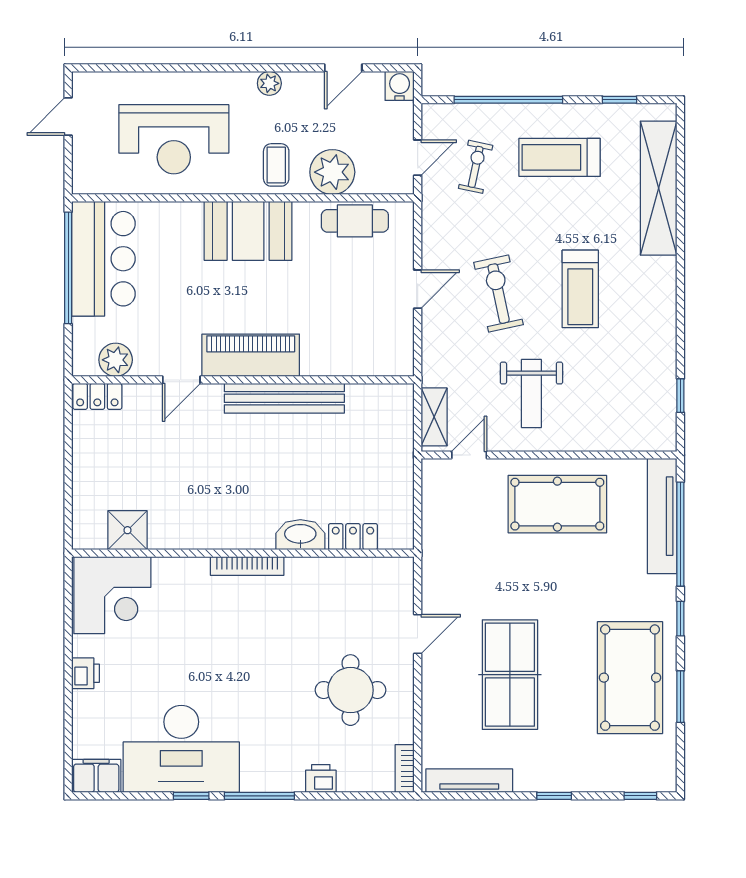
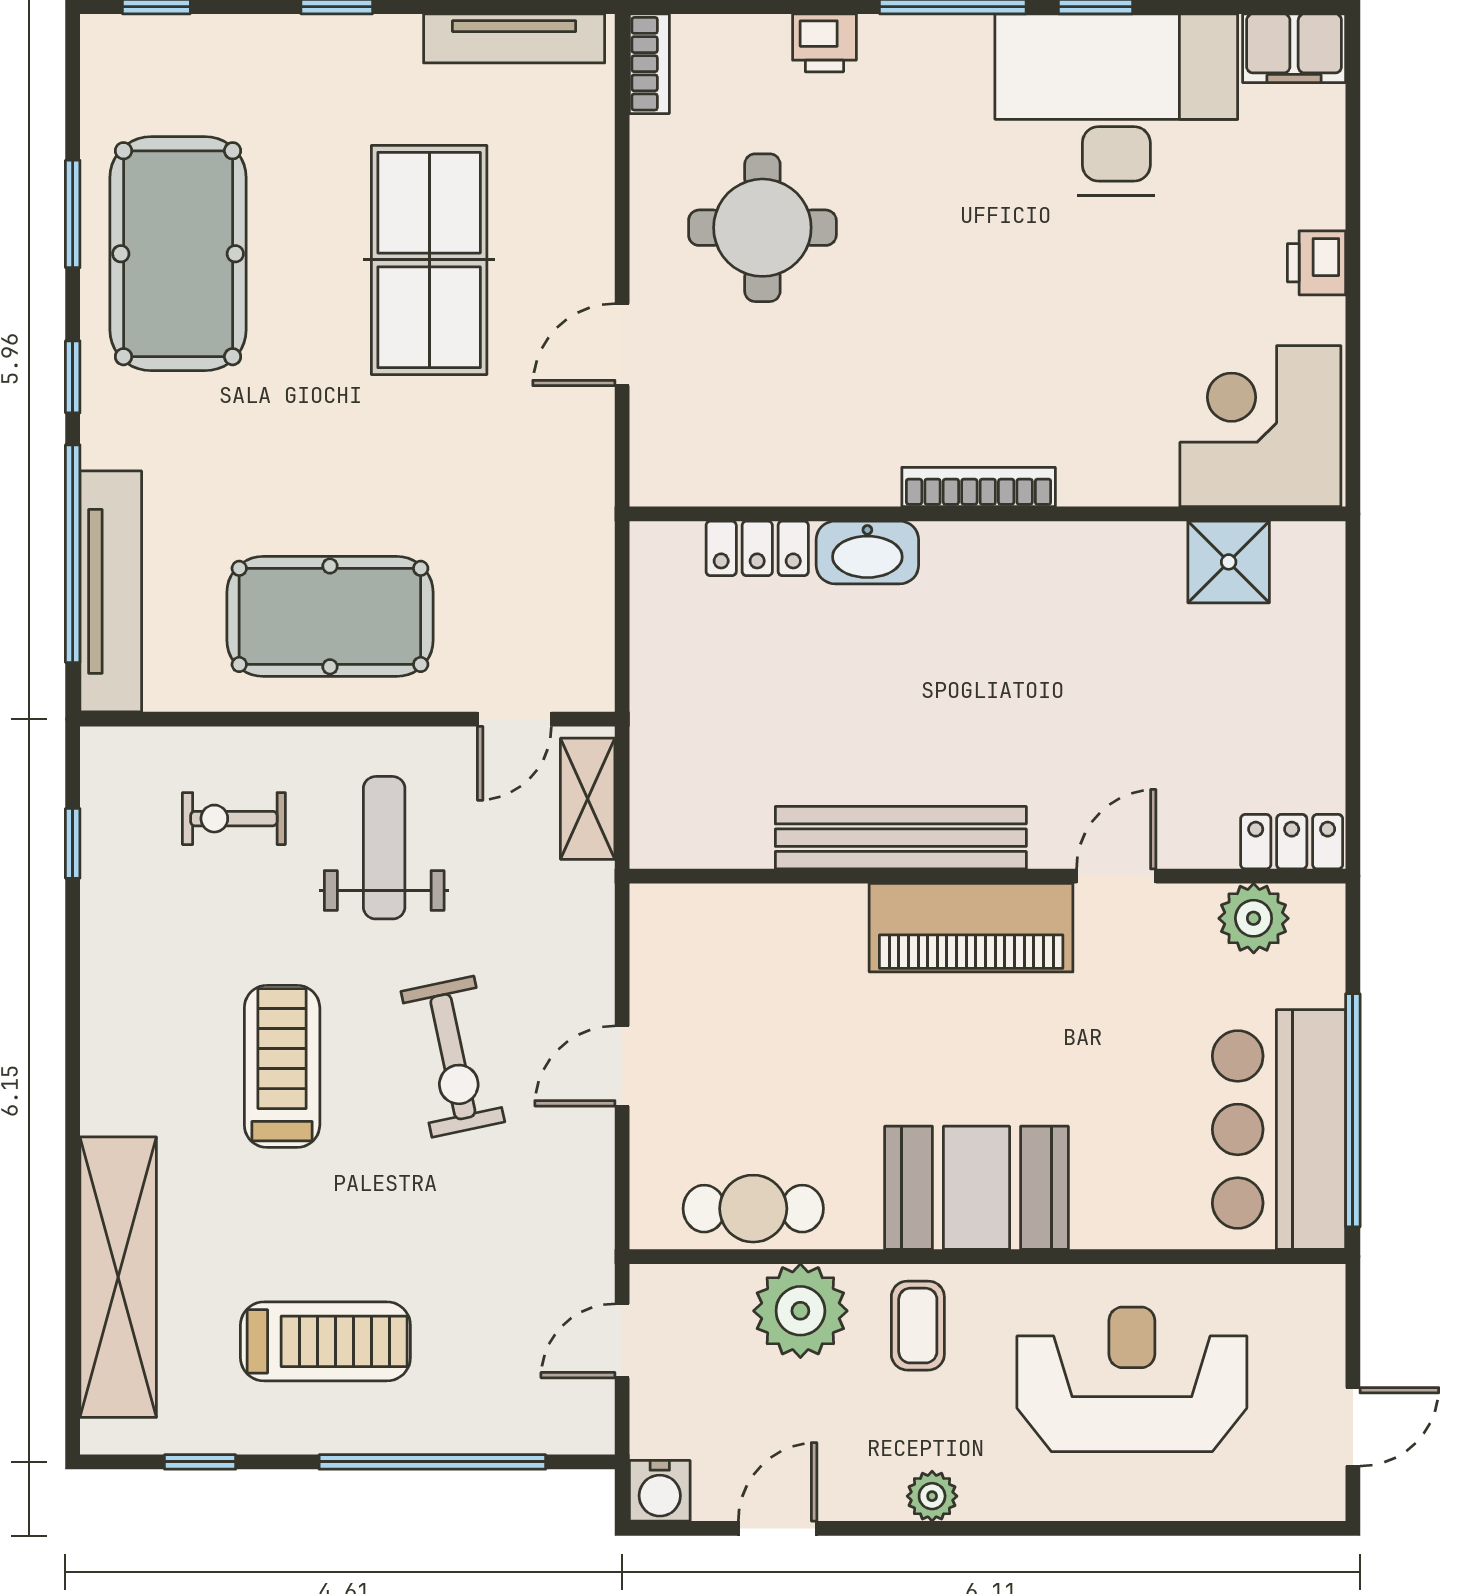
exercise bike: (476, 167) -> (234, 819), moved, turned 78

